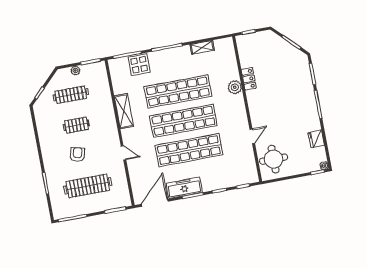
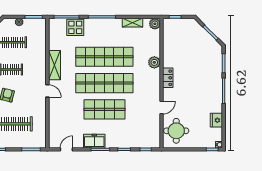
plant: (227, 44) -> (155, 24), added
locker: (249, 79) -> (168, 78), moved
shop shelf: (189, 150) -> (104, 109), width x0.71
door: (123, 153) -> (47, 91), moved
freezer: (184, 188) -> (94, 141), width x0.71
door: (155, 203) -> (66, 149), width x0.53

